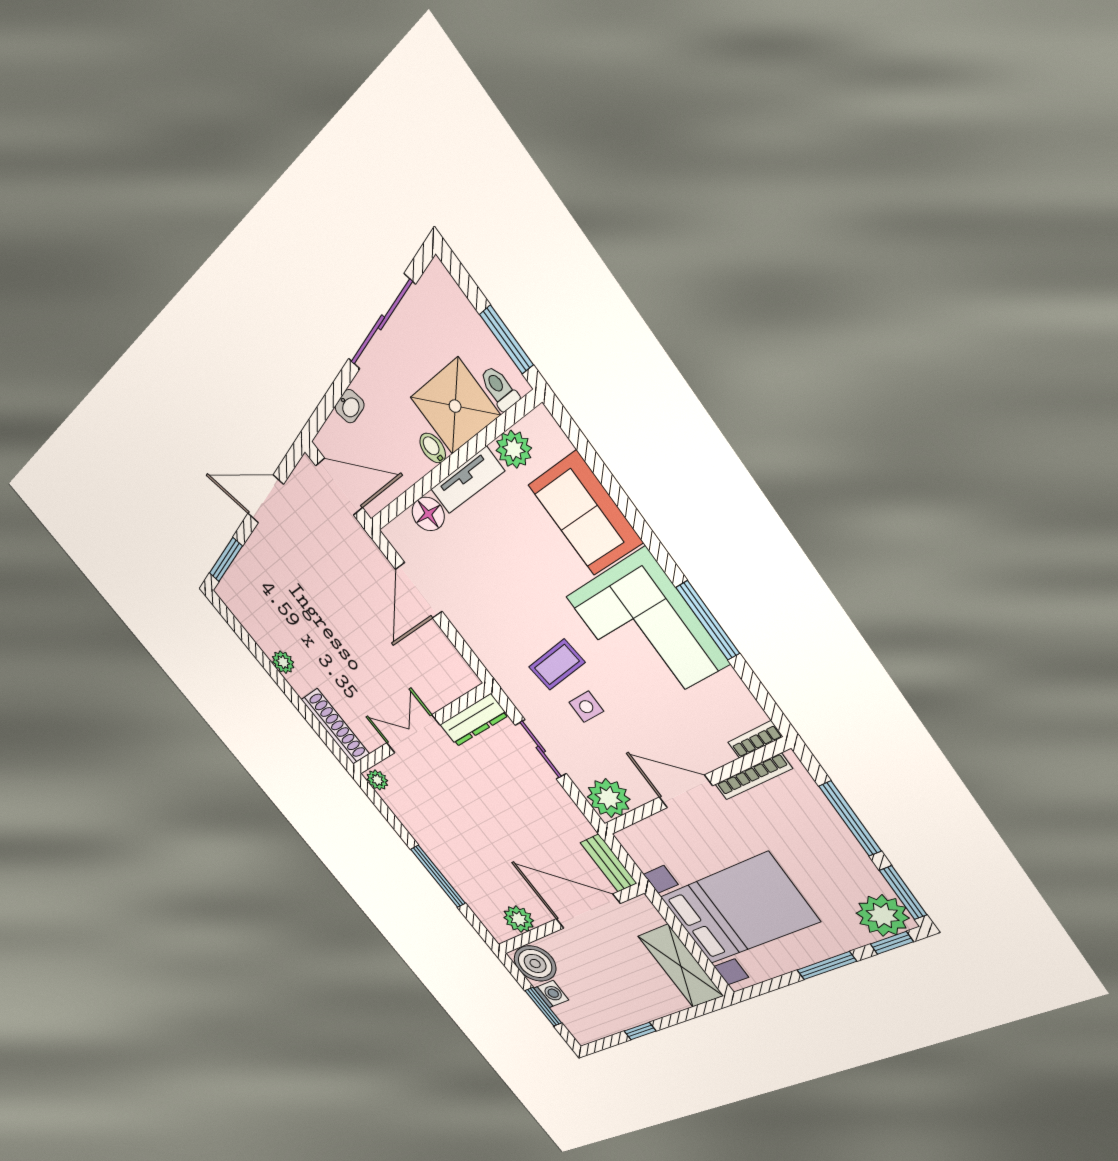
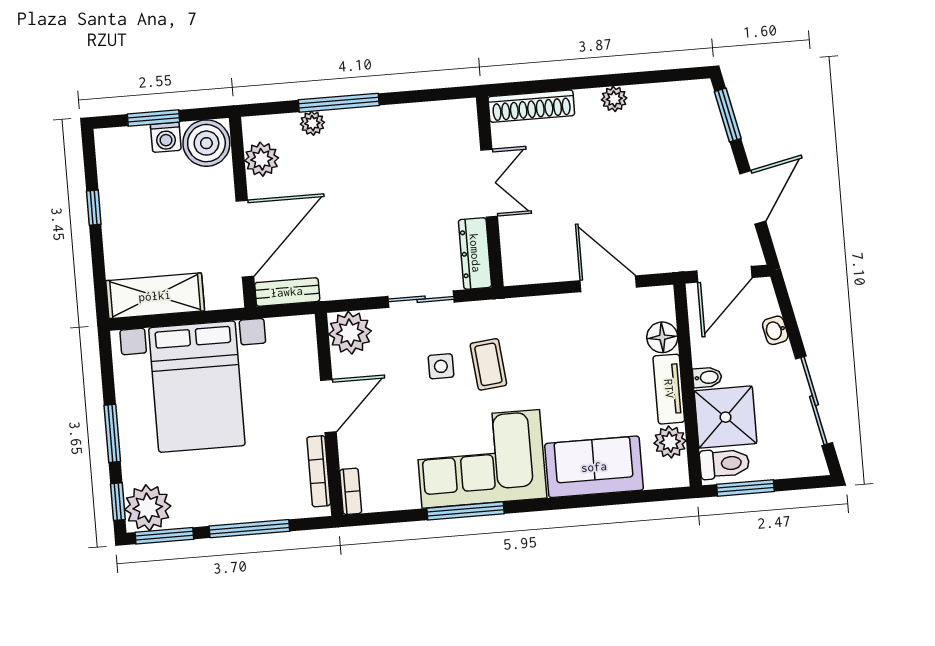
toilet: (499, 388) -> (725, 464), width x1.37, depth x1.39
plant: (377, 780) -> (312, 123), moved

